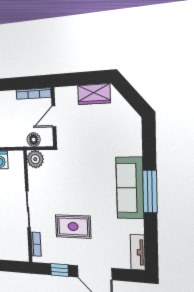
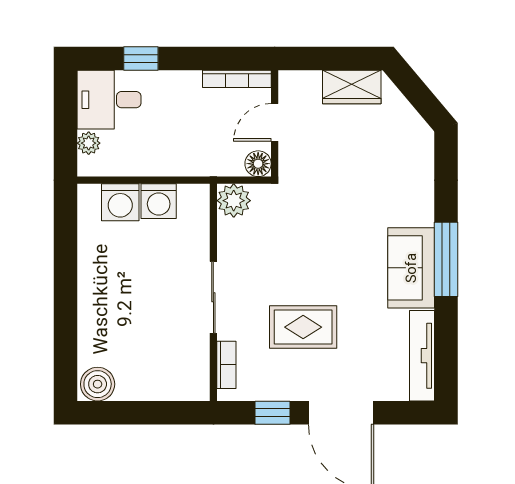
floor lamp: (34, 140) -> (258, 164), moved
sofa: (130, 188) -> (411, 268), width x0.73
tv unit: (138, 252) -> (422, 356), width x1.41

